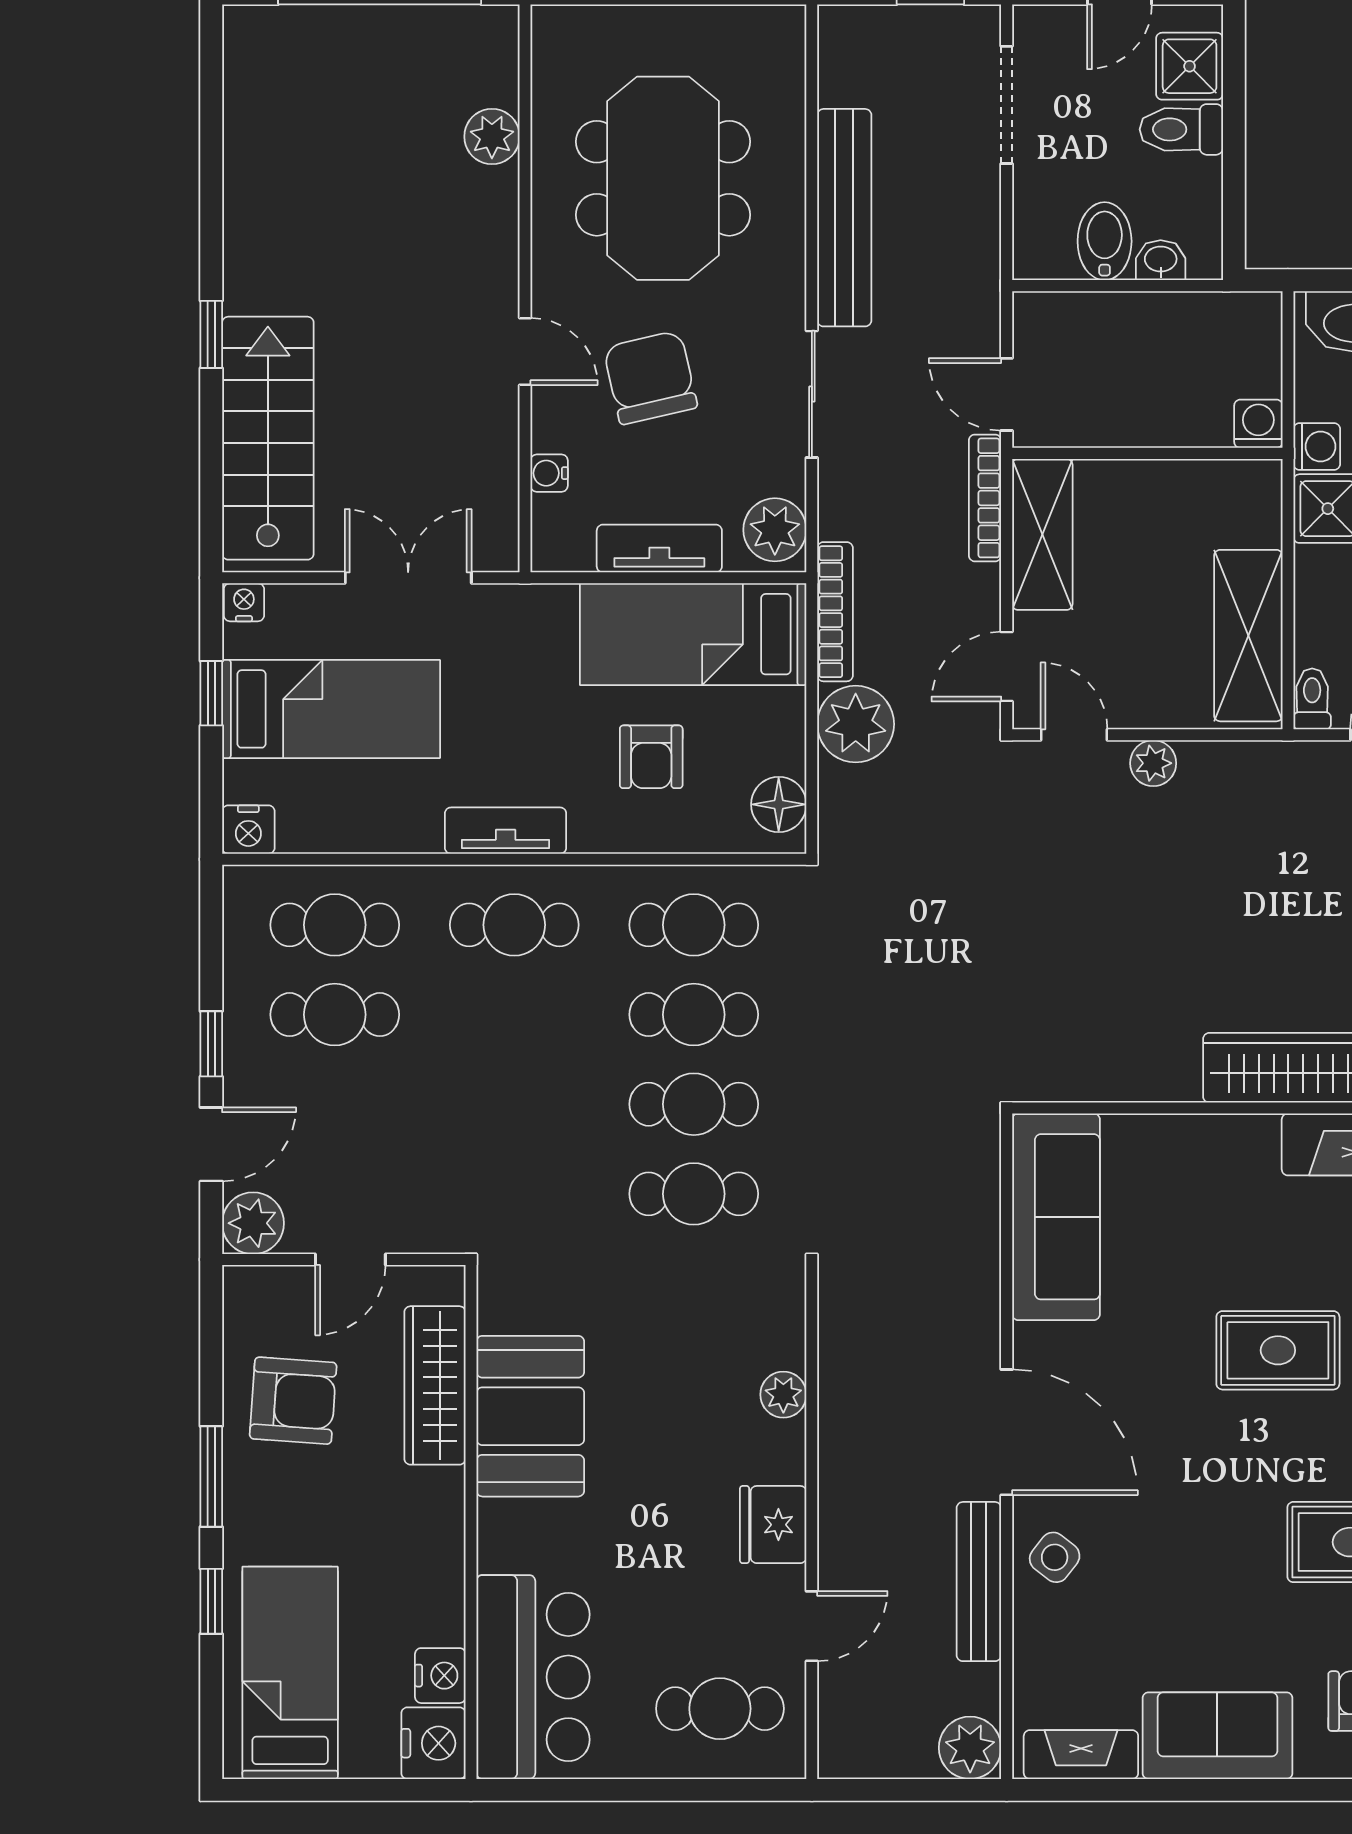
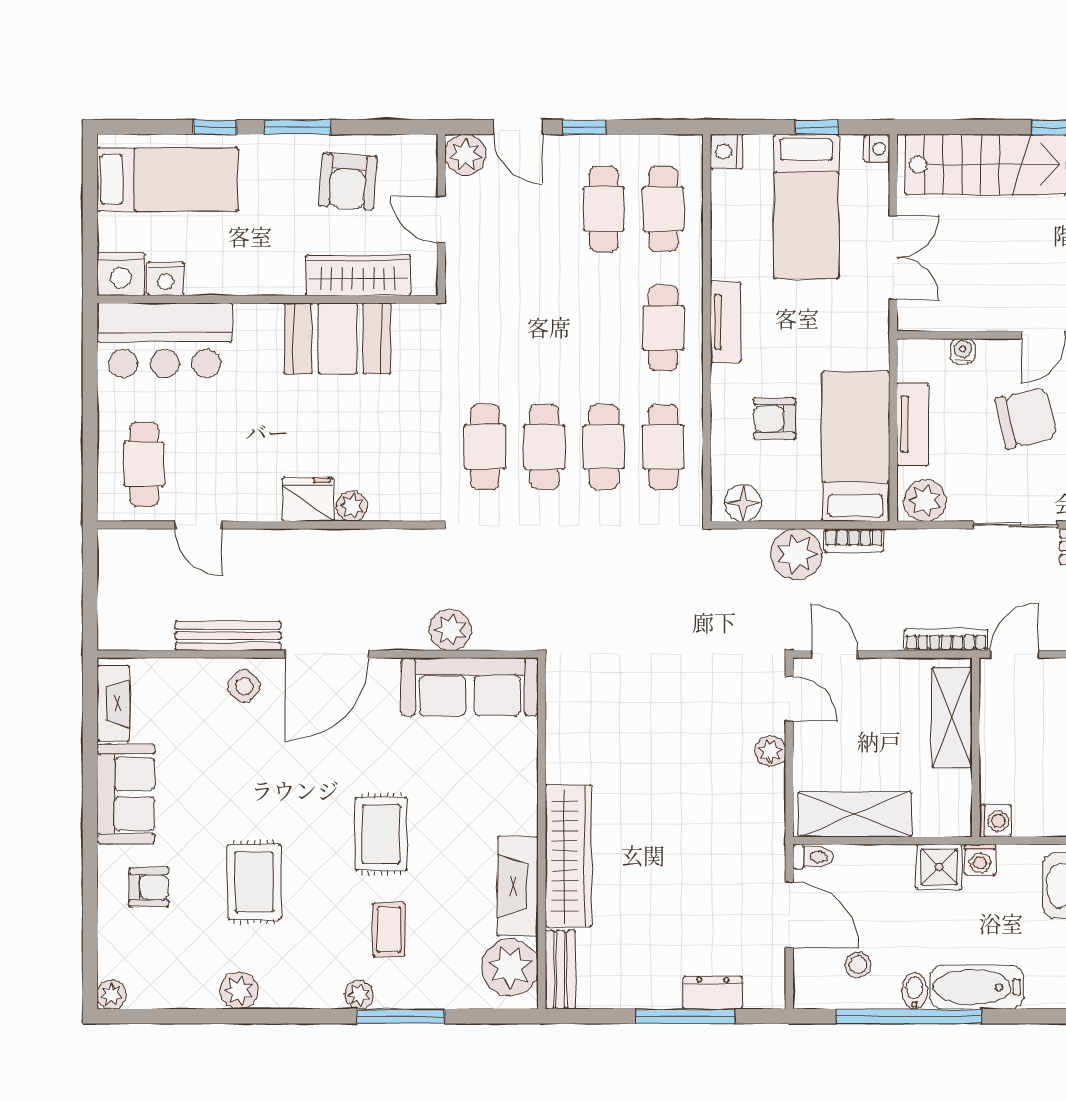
shelving: (1042, 534) -> (952, 718), moved, turned 90
bookcase: (835, 612) -> (854, 540), width x0.64
door: (1074, 735) -> (789, 699), hinge flipped
fridge: (773, 1525) -> (308, 499), moved
plant: (970, 1748) -> (450, 630), moved

